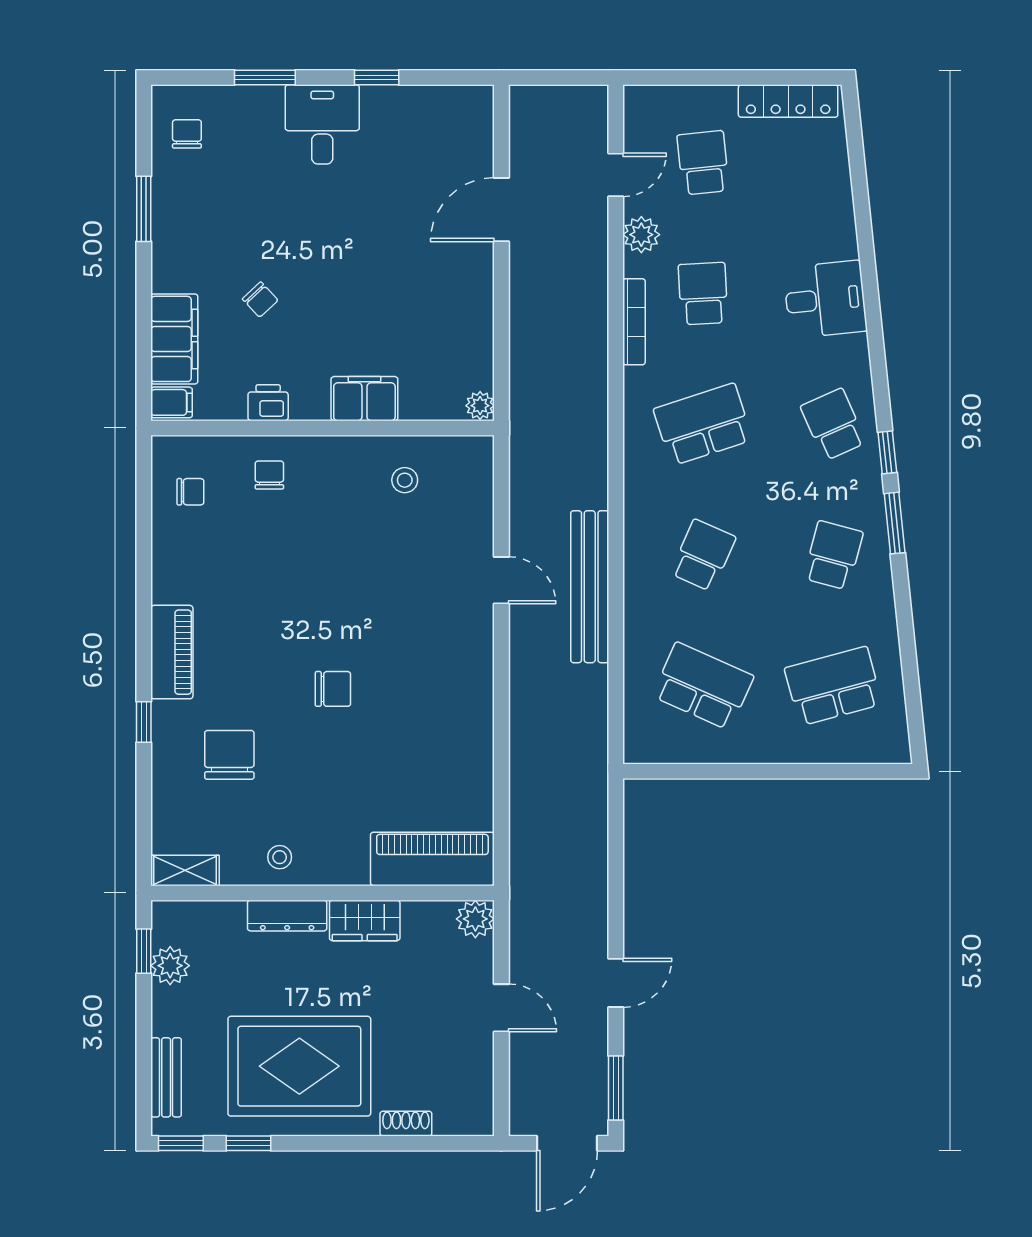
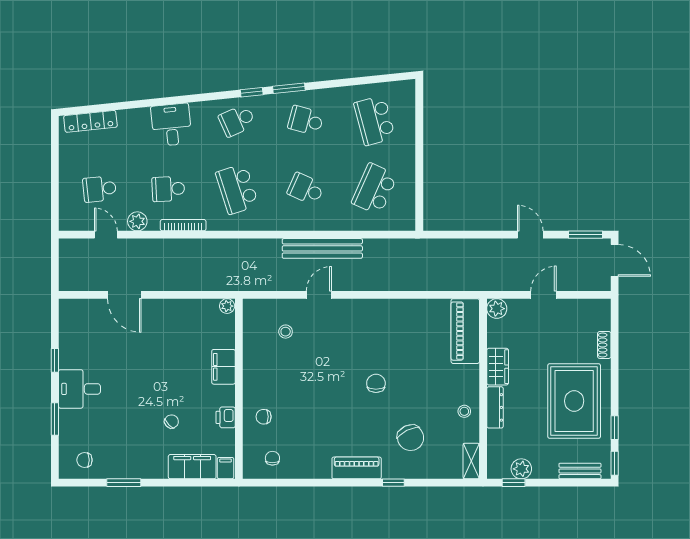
locker: (788, 101) -> (90, 121), moved, turned 84
stool: (405, 480) -> (286, 332), moved
chair: (229, 755) -> (411, 438), turned -116

